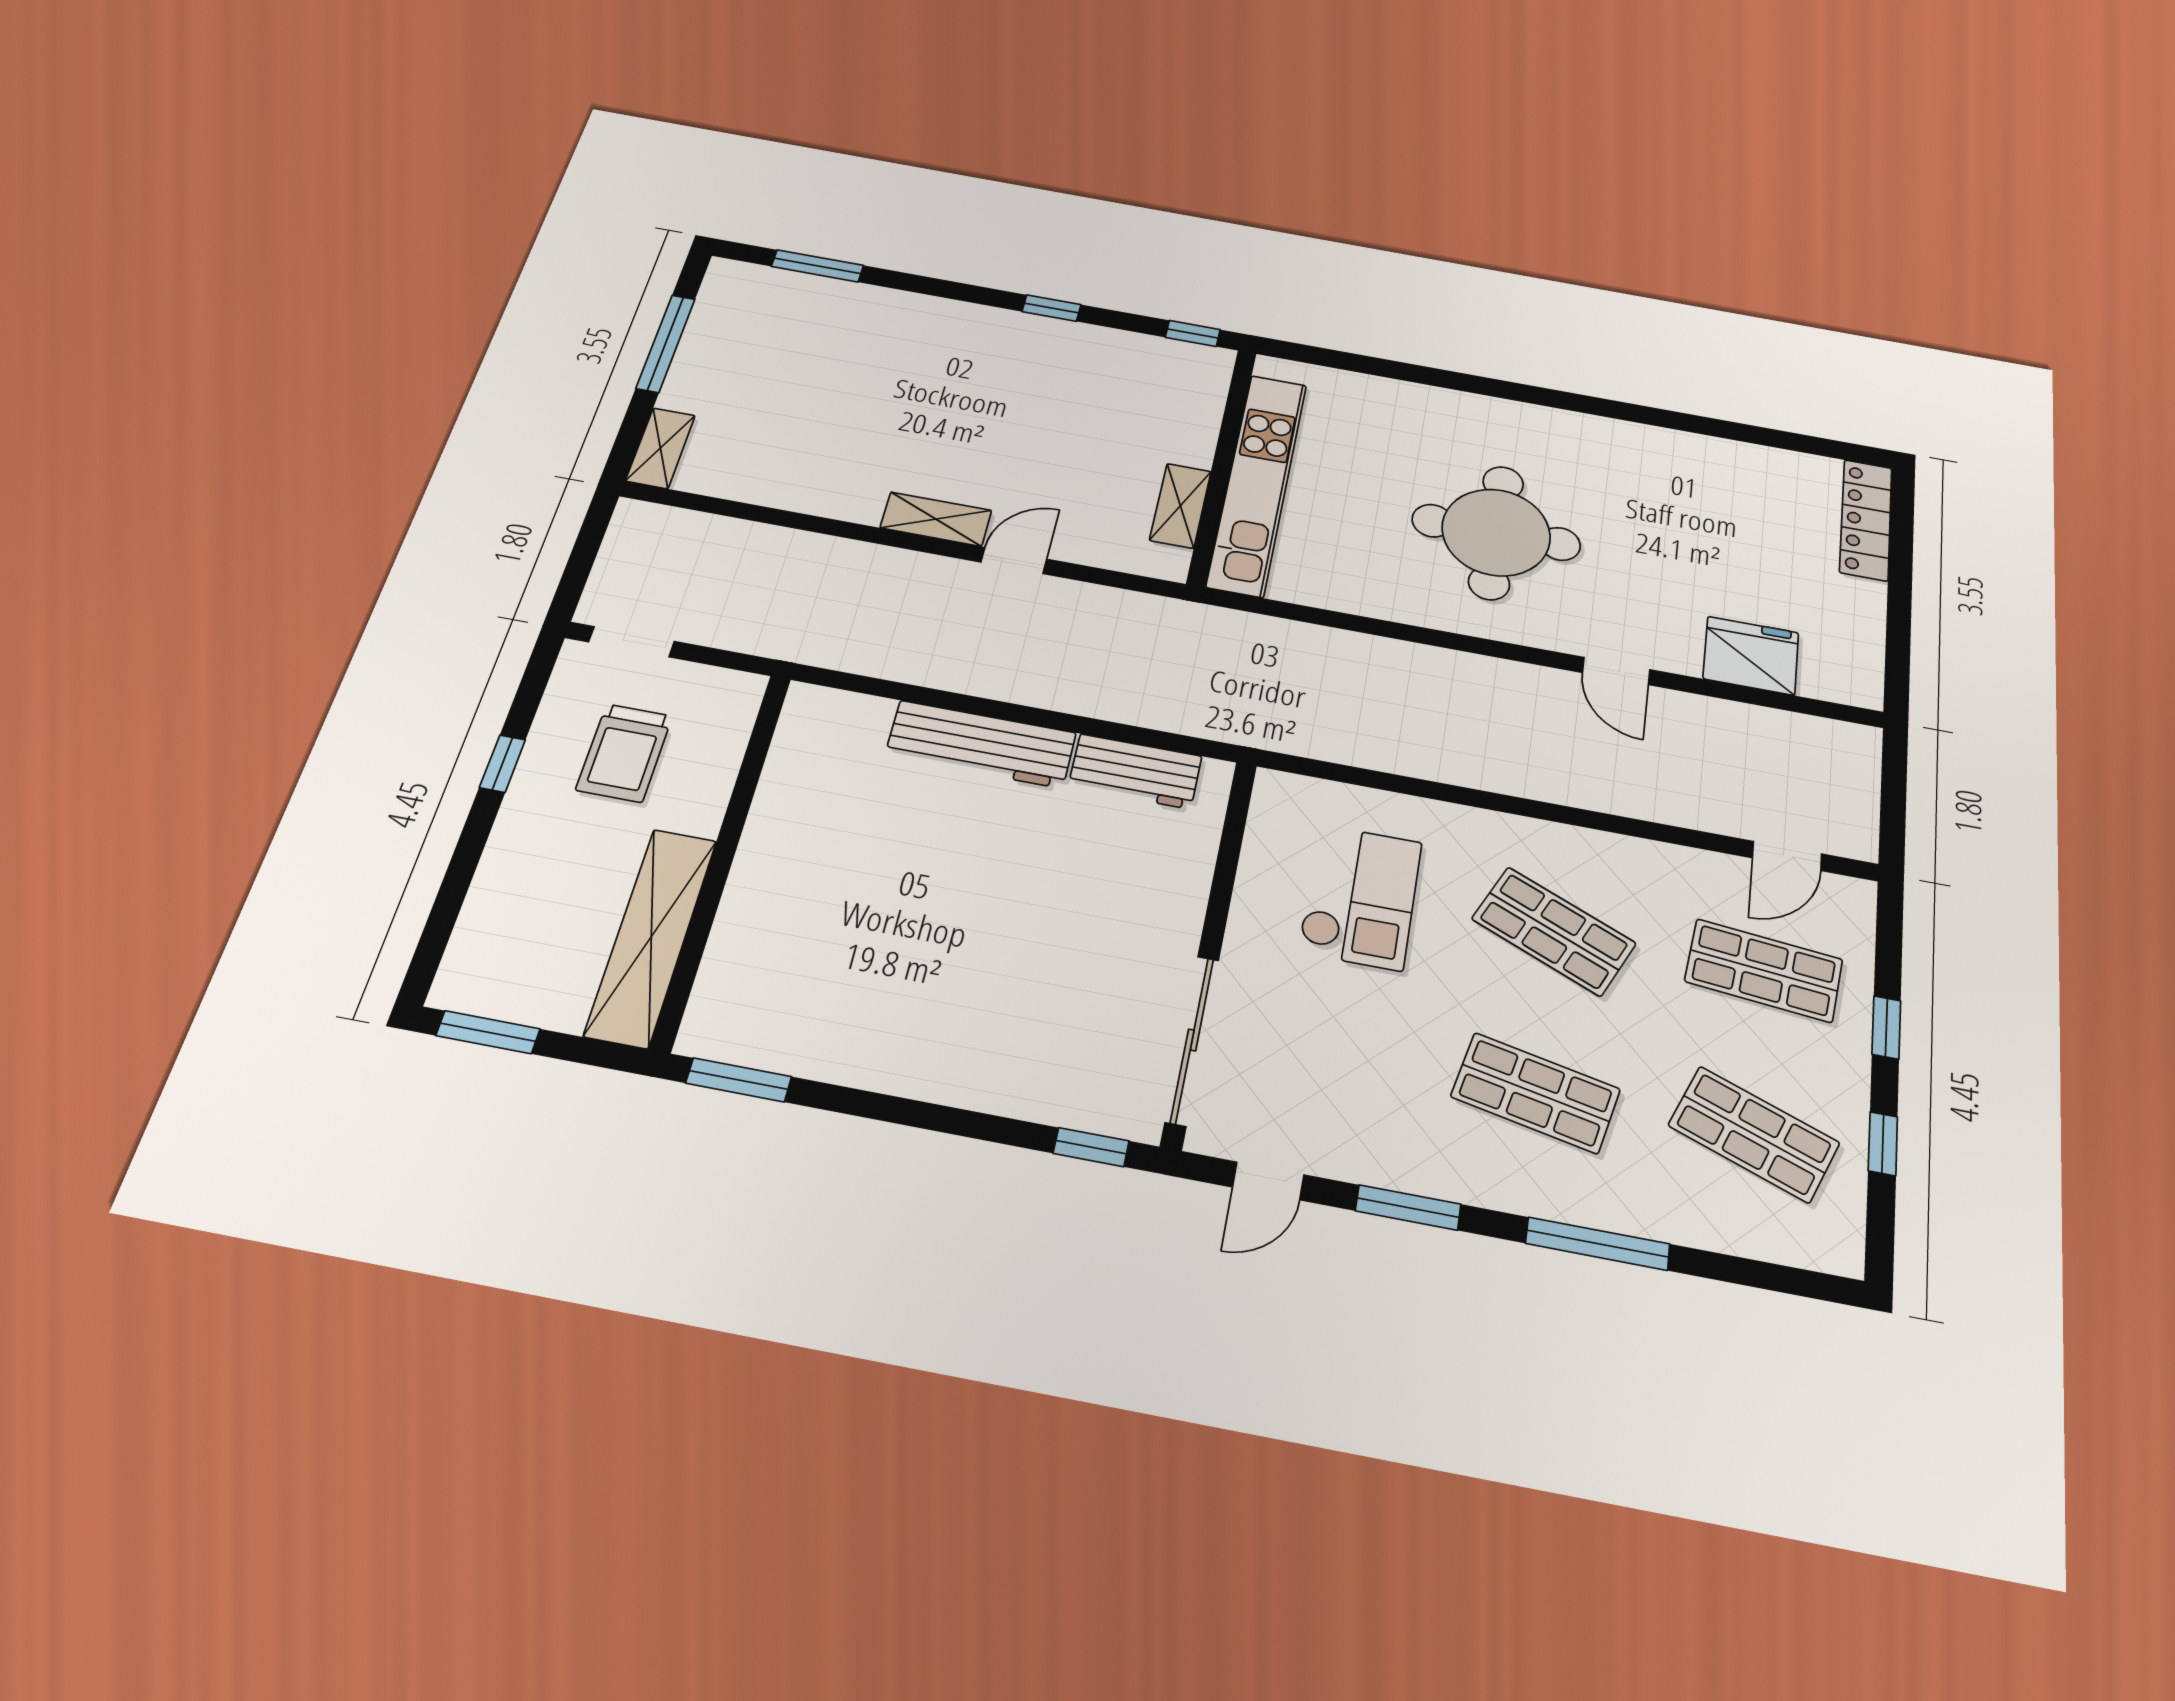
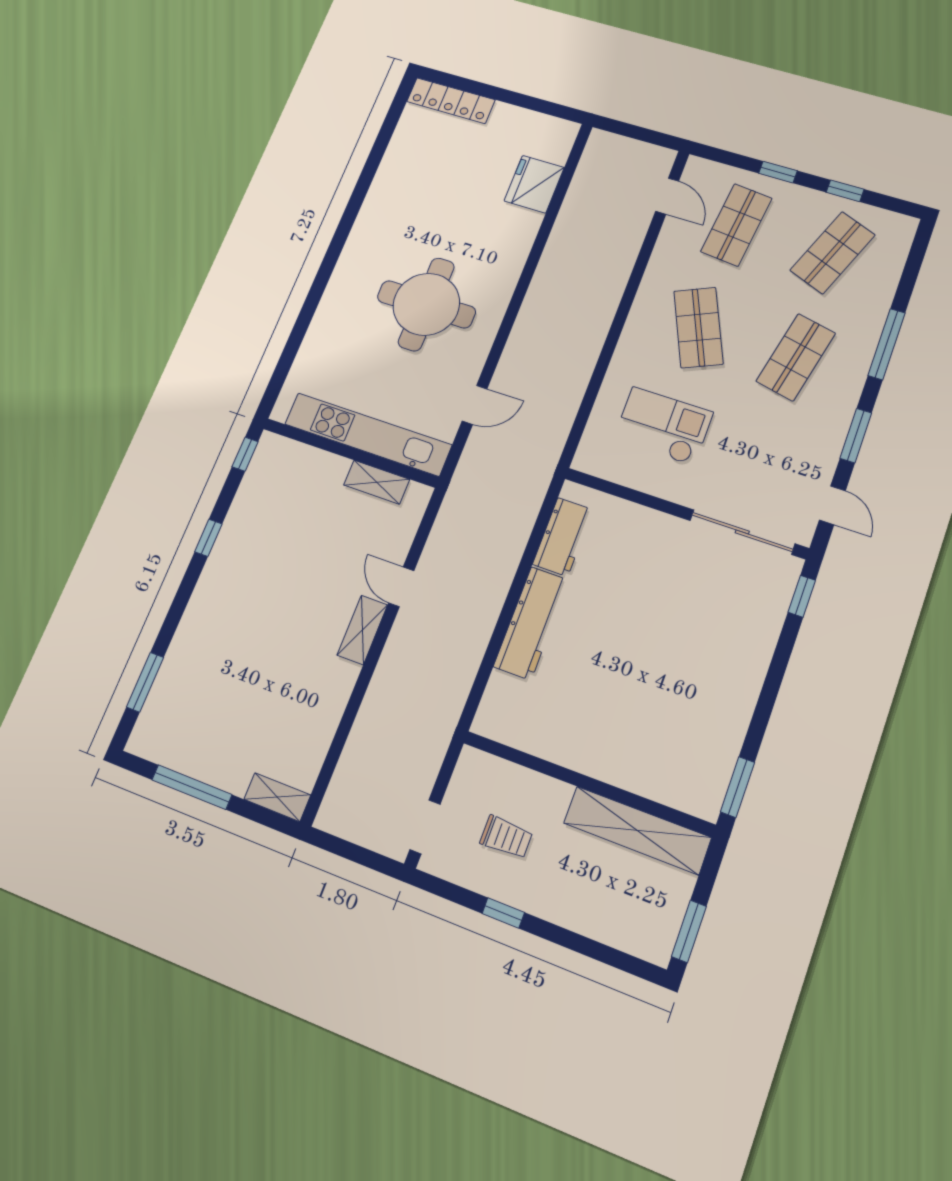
door: (1616, 671) -> (475, 405), moved
trolley: (624, 753) -> (506, 837), width x0.73, depth x0.72
shop shelf: (1554, 931) -> (698, 327), turned -48

